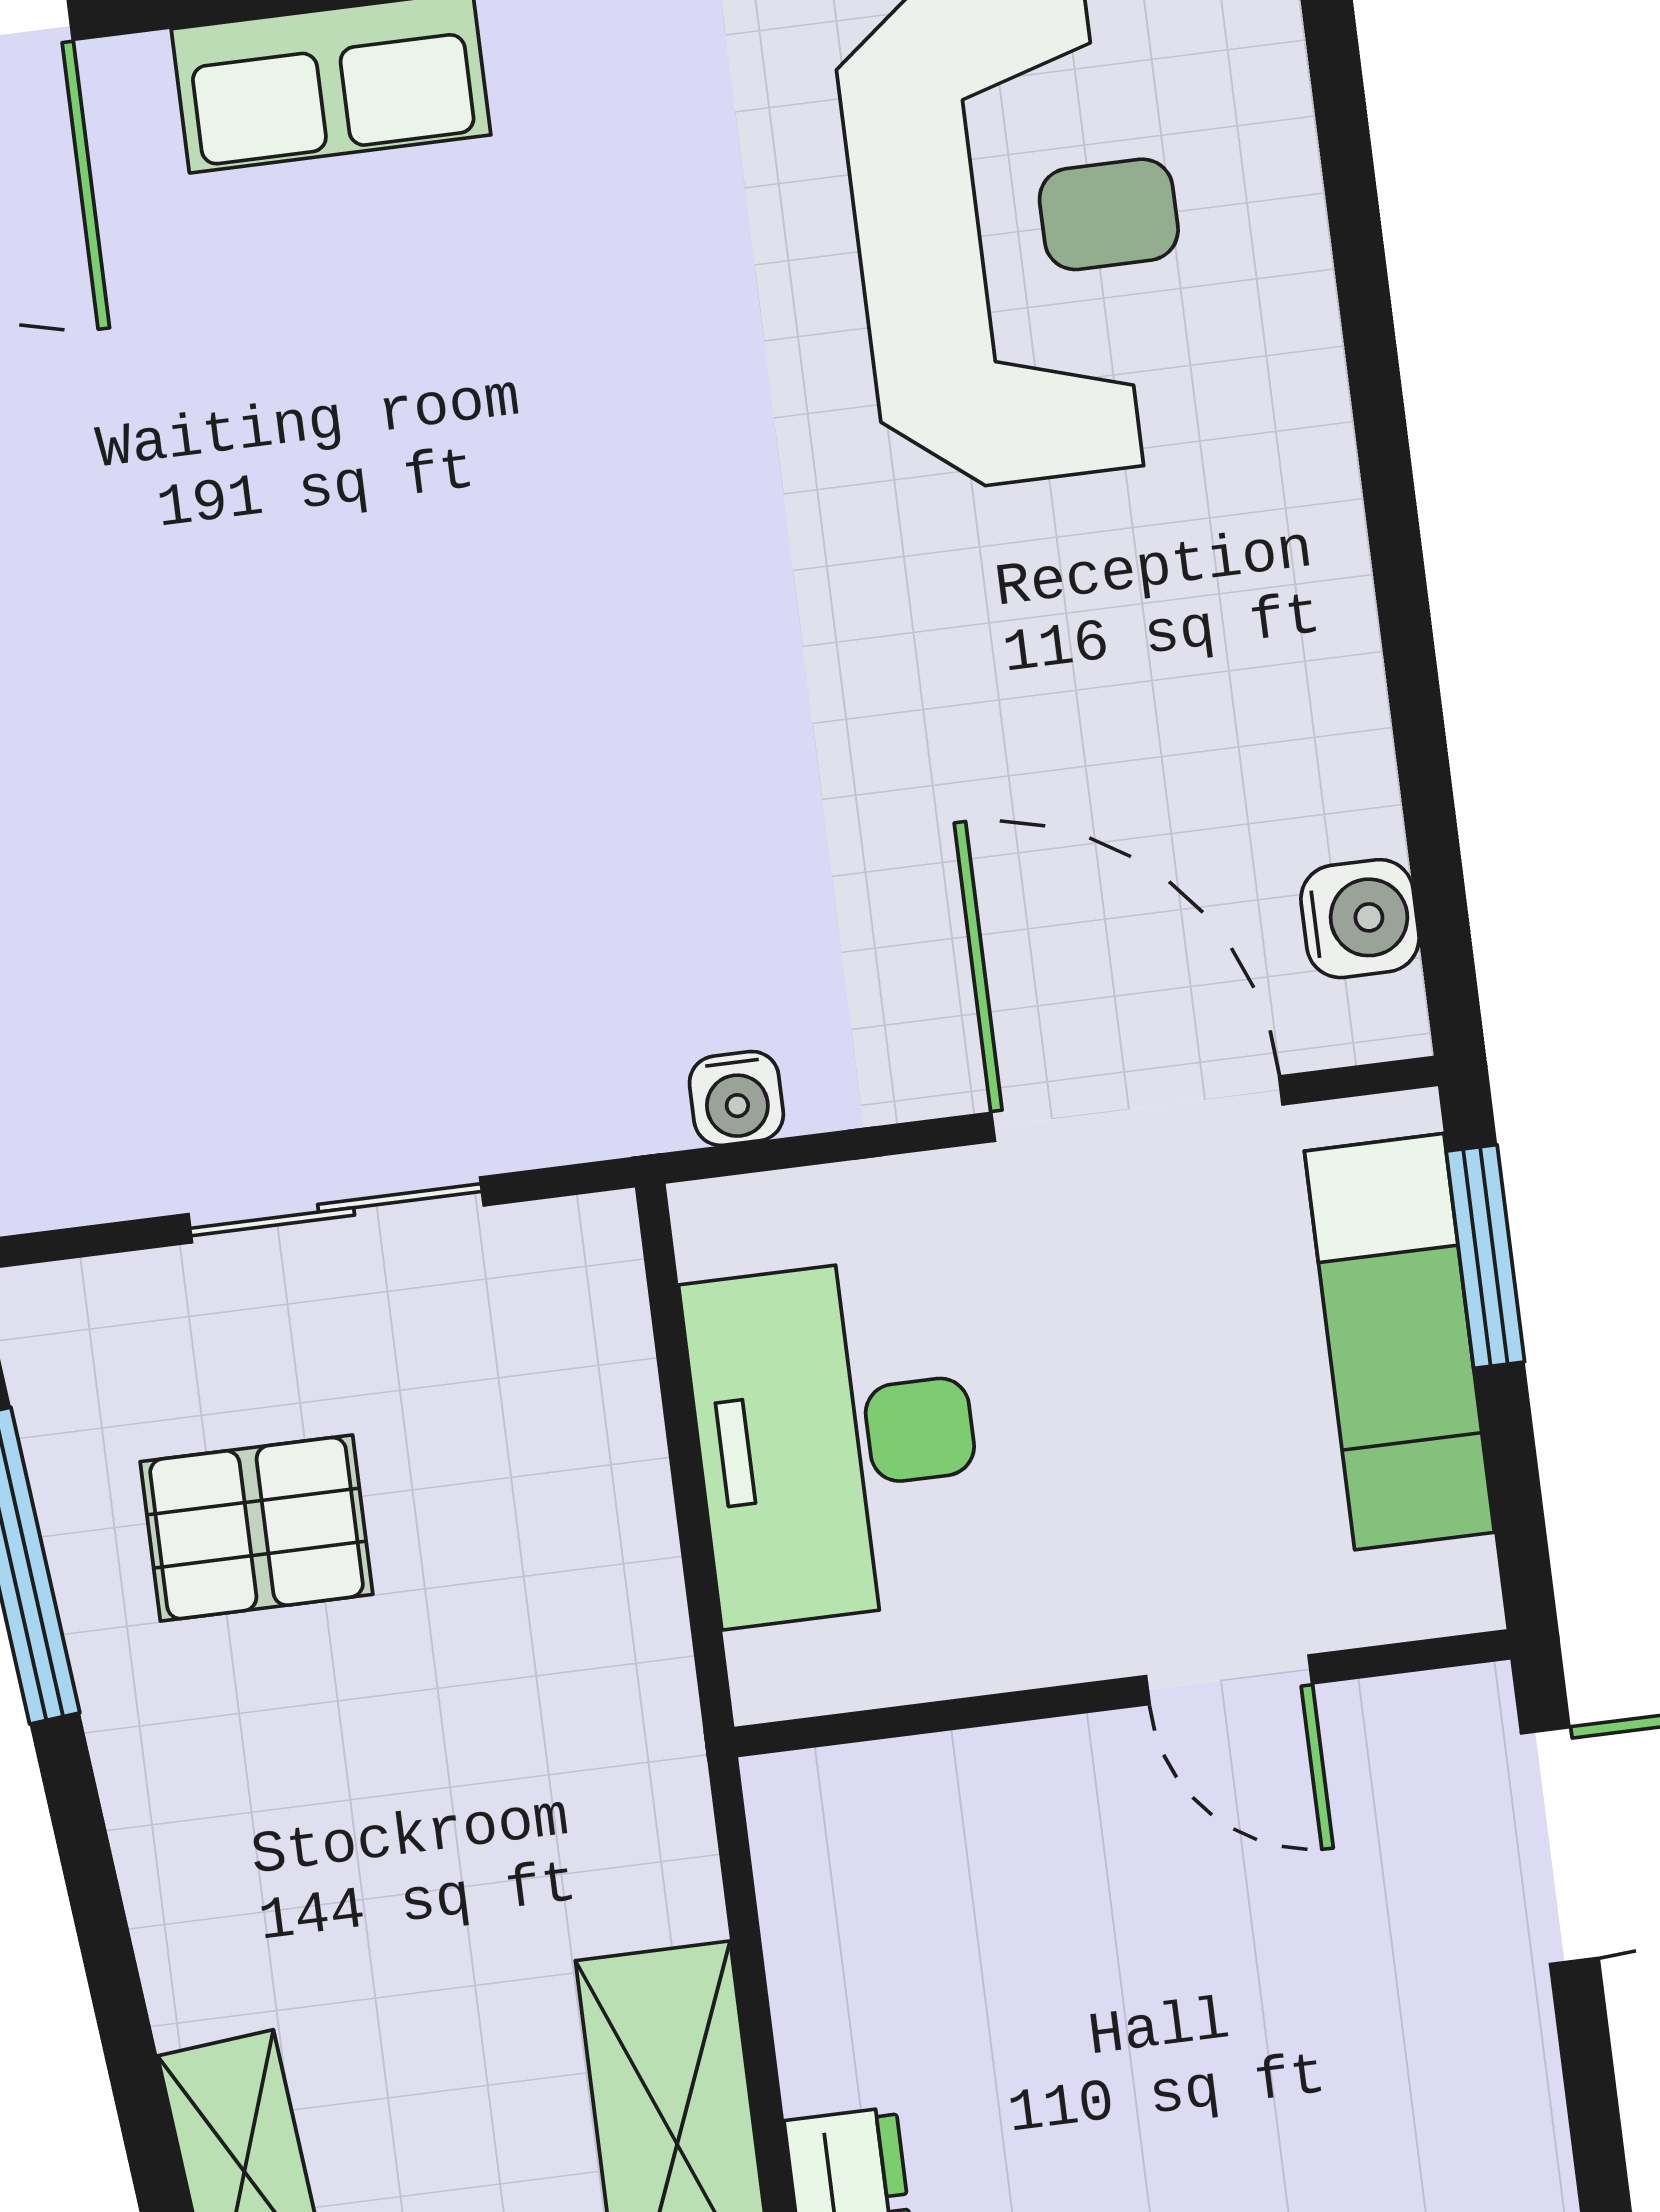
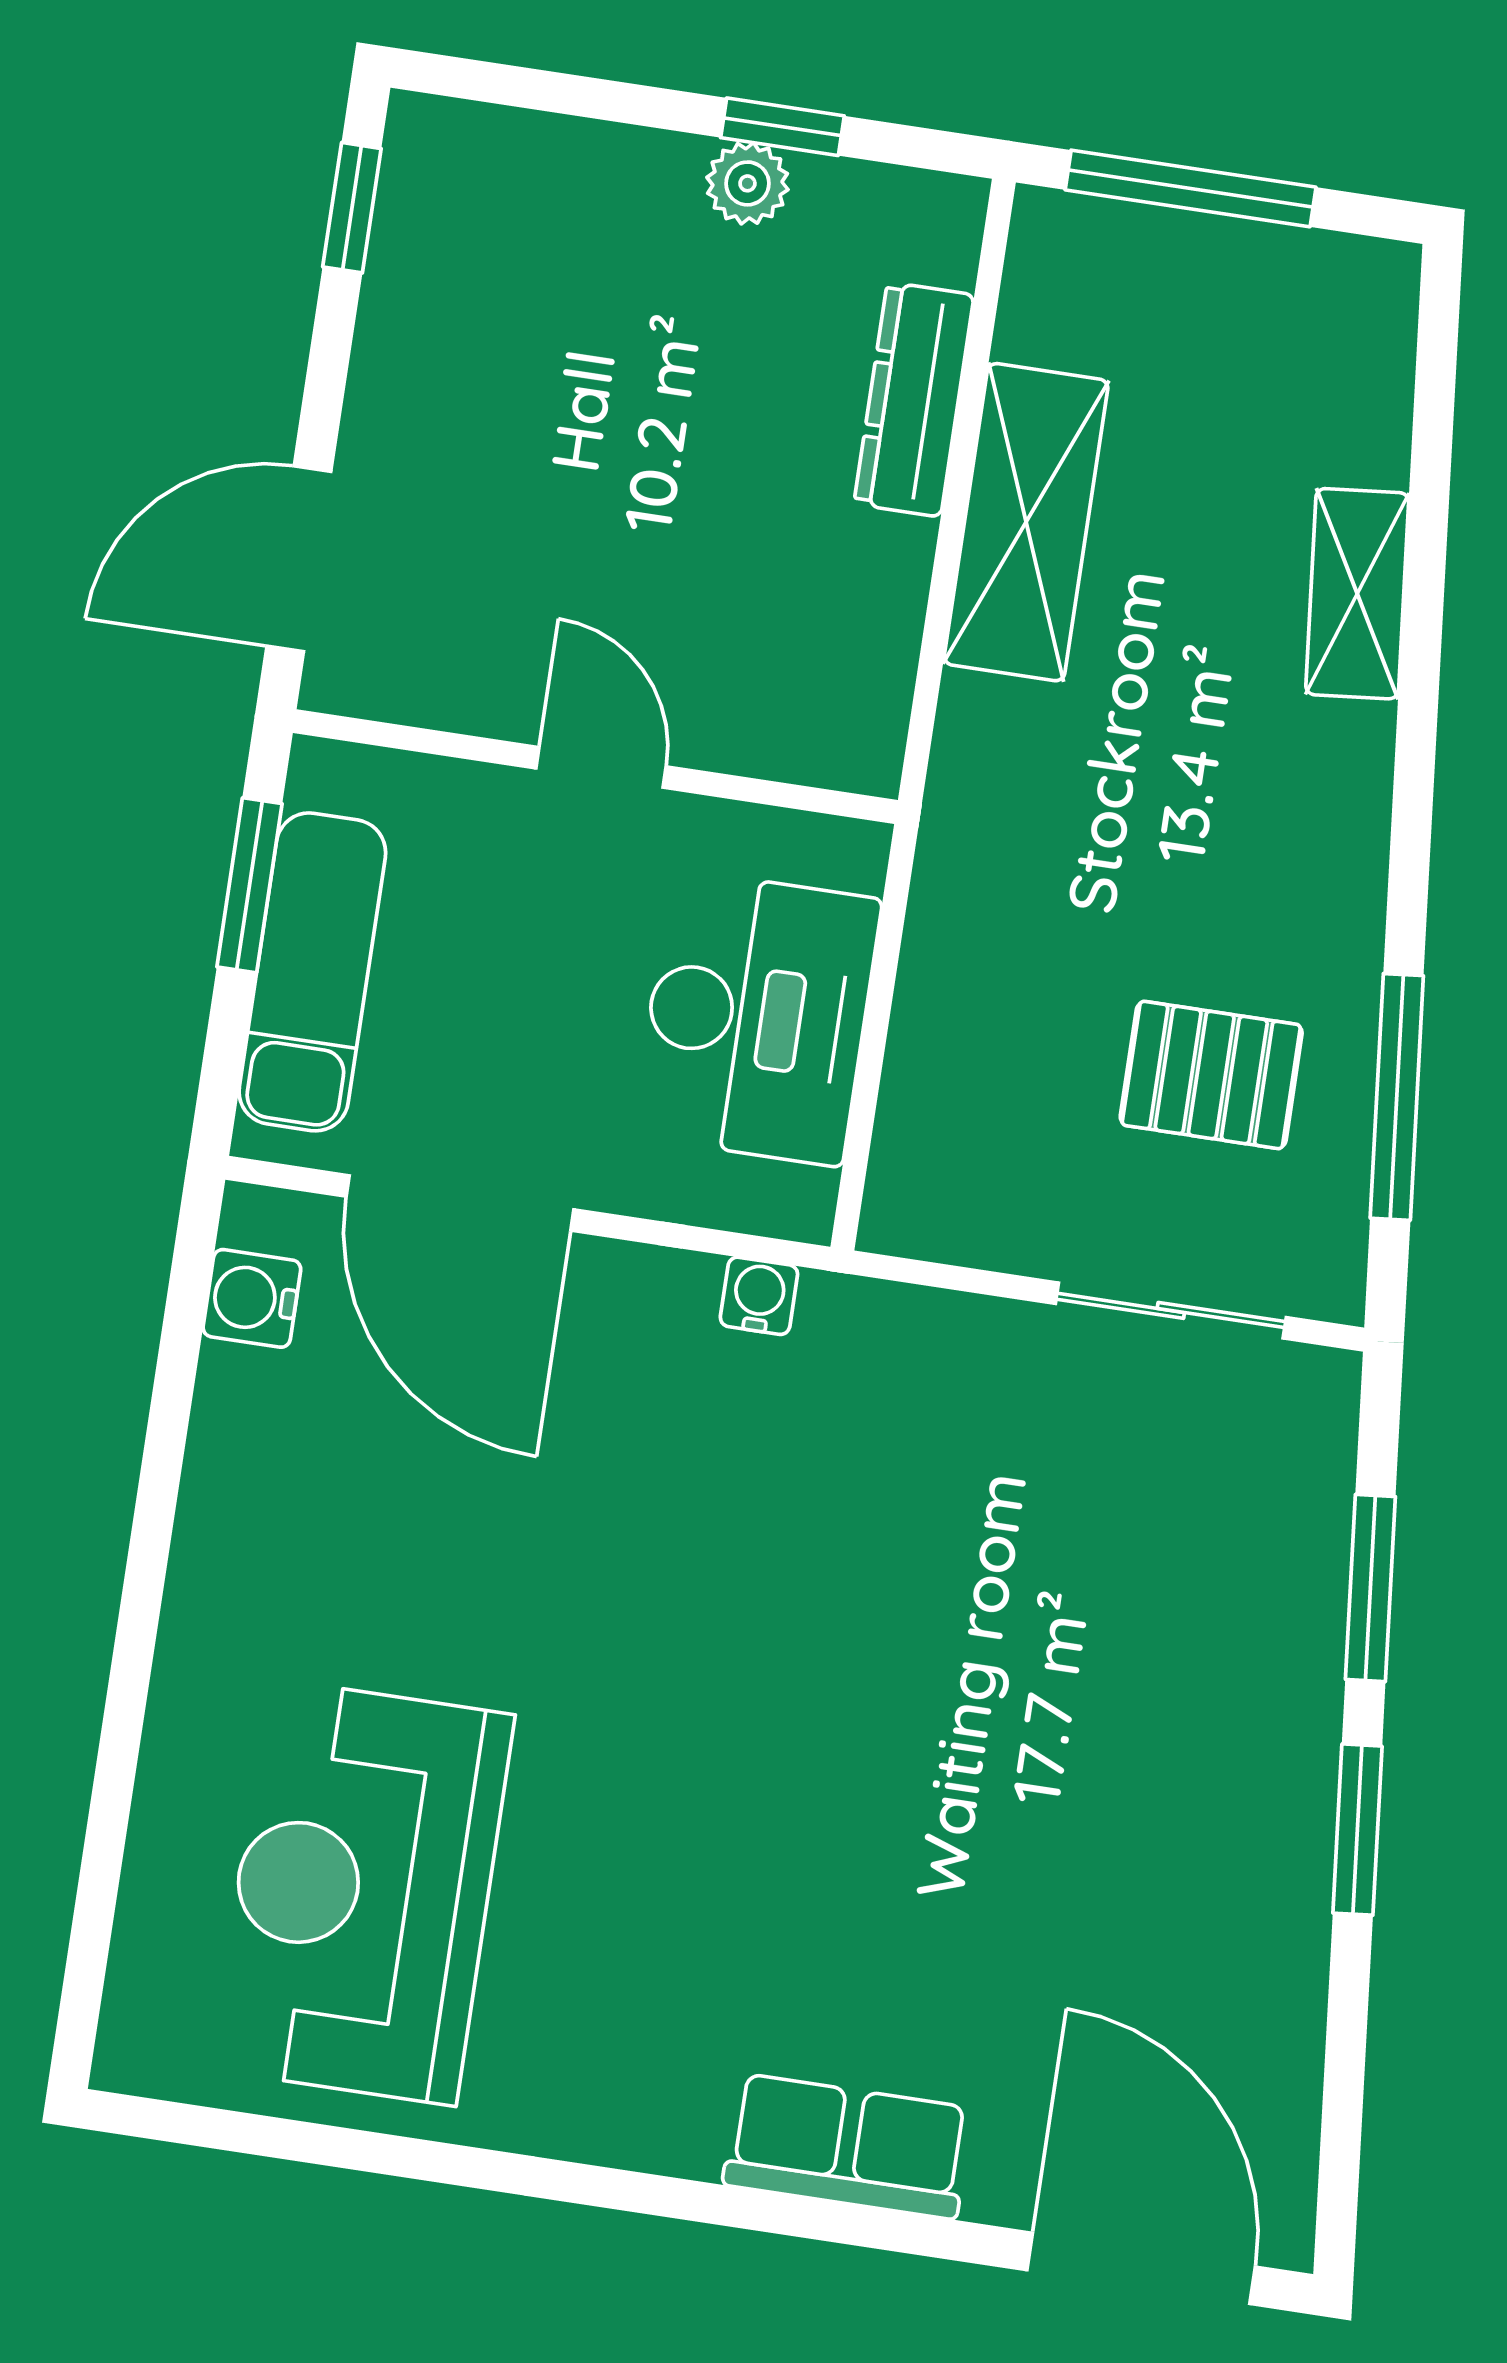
sliding door: (336, 1210) -> (1171, 1310), moved
window: (1485, 1256) -> (249, 885), moved
door: (1229, 1680) -> (601, 767), moved

